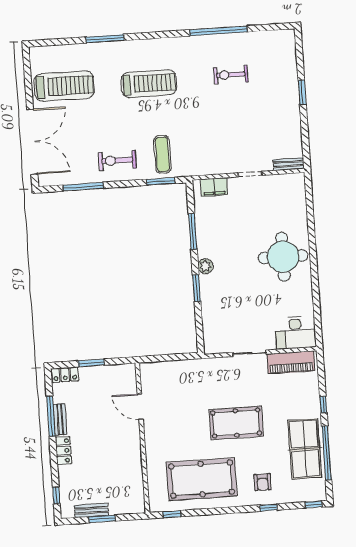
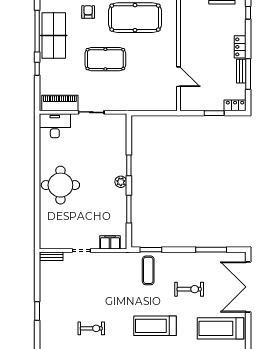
exercise bike: (117, 160) -> (189, 289), moved

